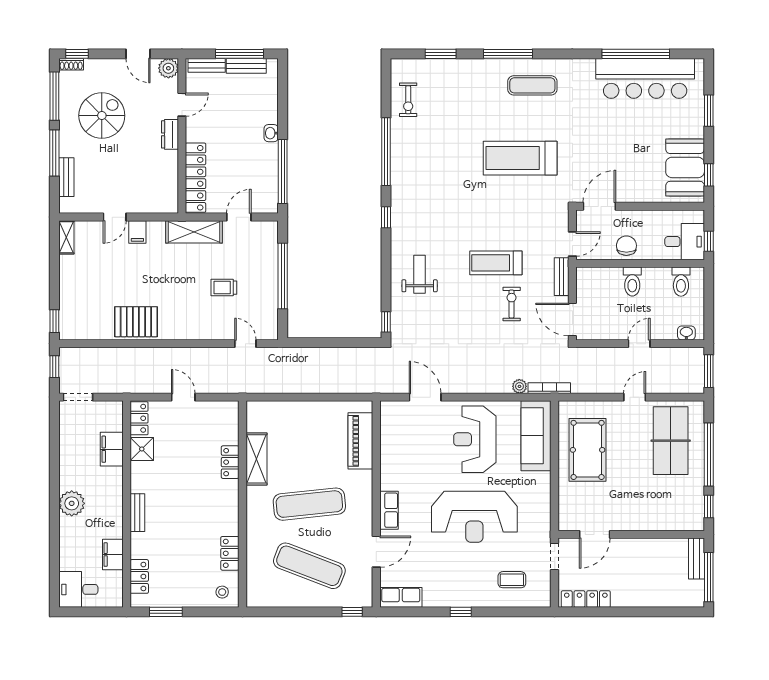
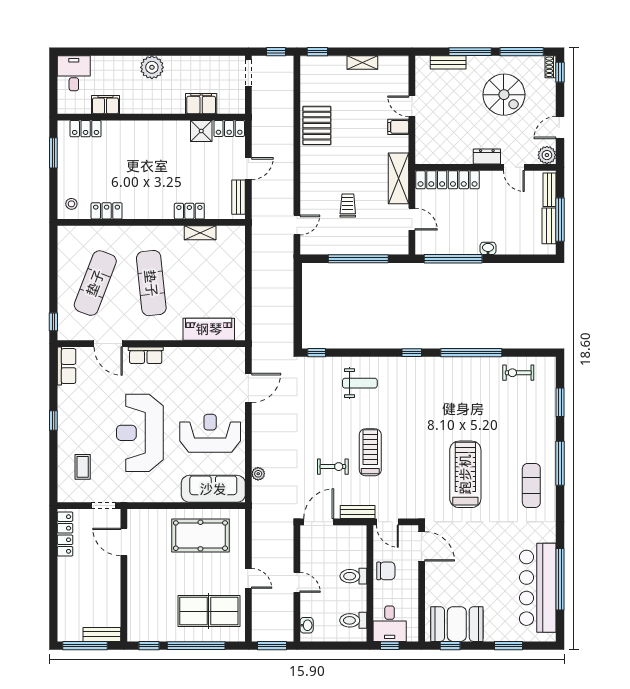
shelving: (66, 237) -> (362, 62), moved
bookcase: (549, 388) -> (257, 501), removed
shelving: (256, 459) -> (200, 233), width x0.67, depth x0.75
bench: (137, 513) -> (239, 197), moved, turned 90

